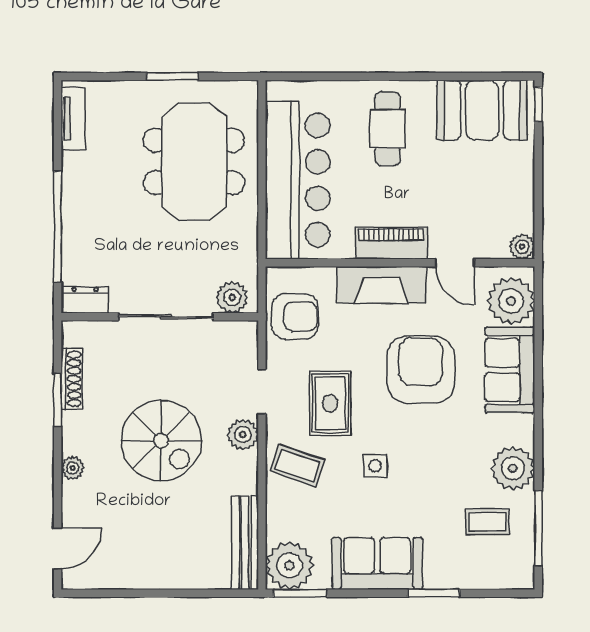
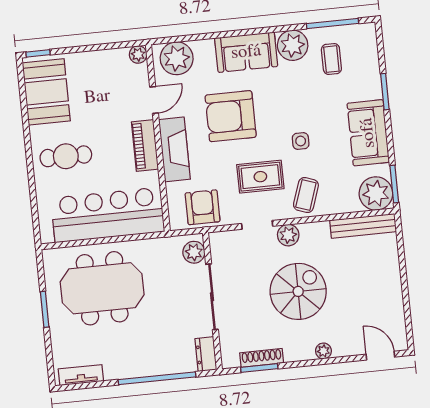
sofa: (510, 370) -> (246, 52), moved
window: (58, 400) -> (259, 368), moved

